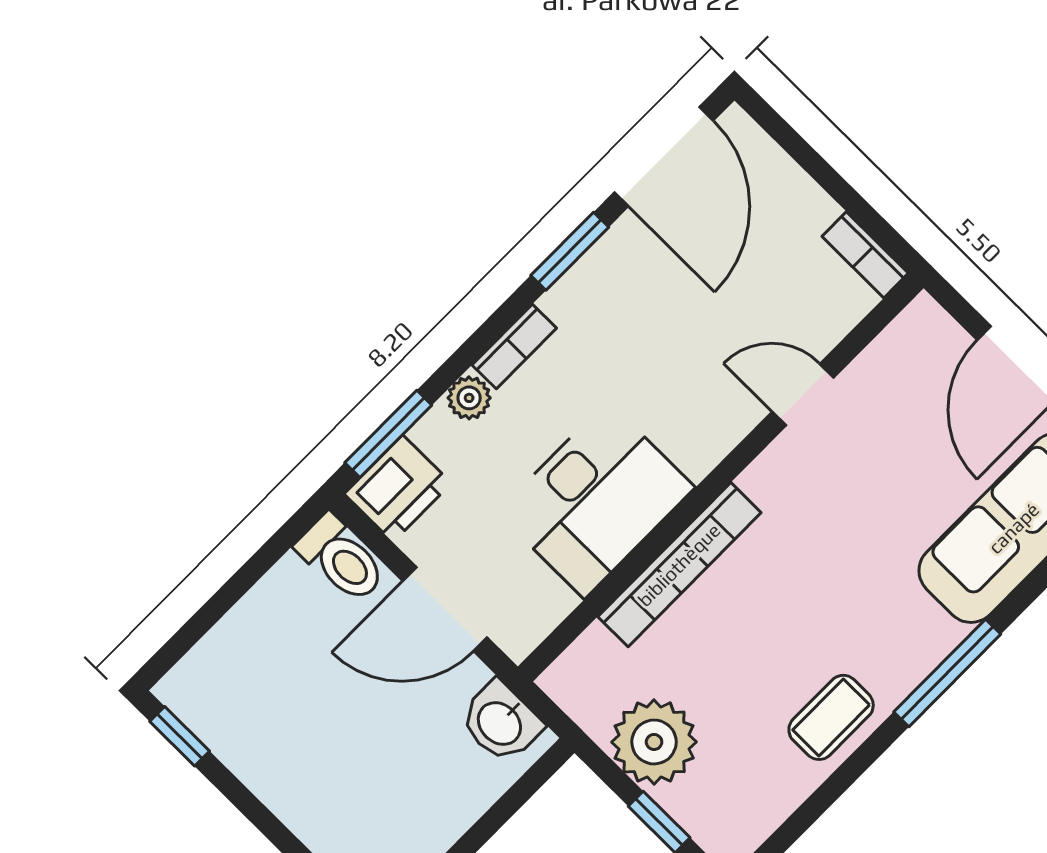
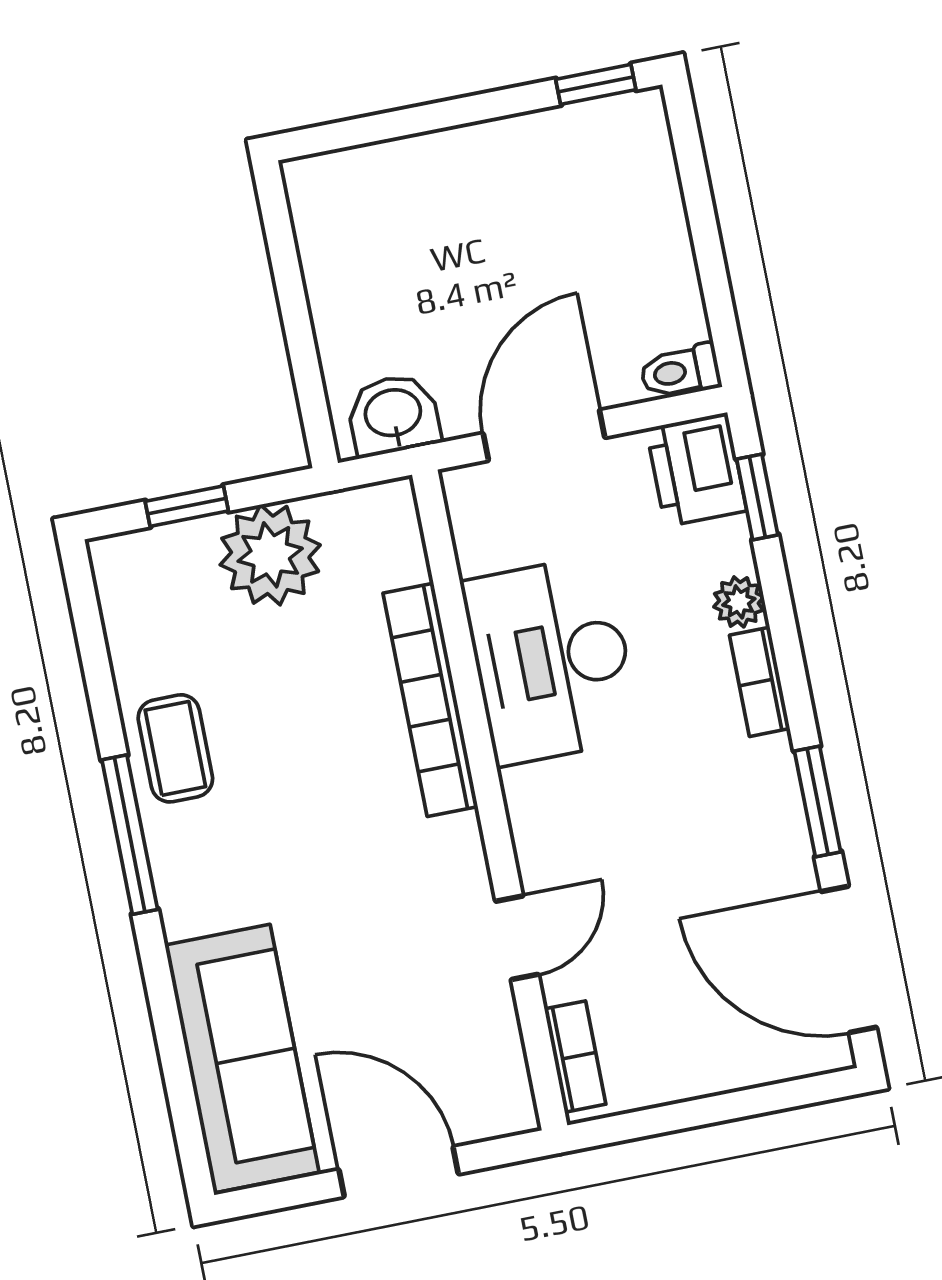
bookcase: (865, 255) -> (575, 1057), moved, turned 90
window: (388, 434) -> (757, 497), width x0.67
toilet: (341, 559) -> (680, 371), width x0.73, depth x0.72
window: (947, 673) -> (130, 835), moved

